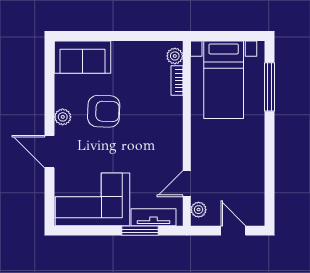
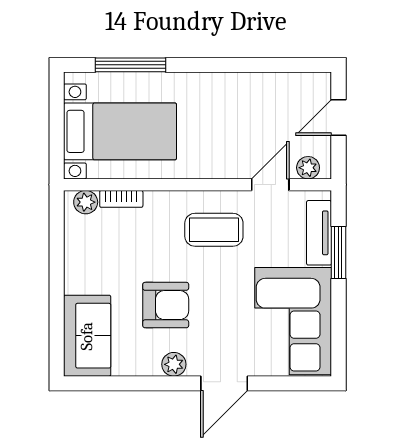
armchair: (104, 111) -> (166, 305), turned 88
coffee table: (156, 145) -> (214, 230), added
door: (187, 184) -> (270, 185), swing flipped

